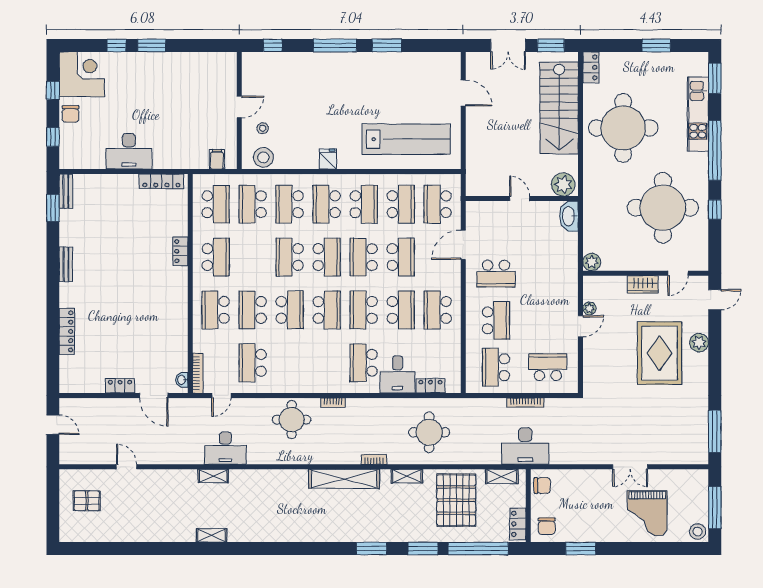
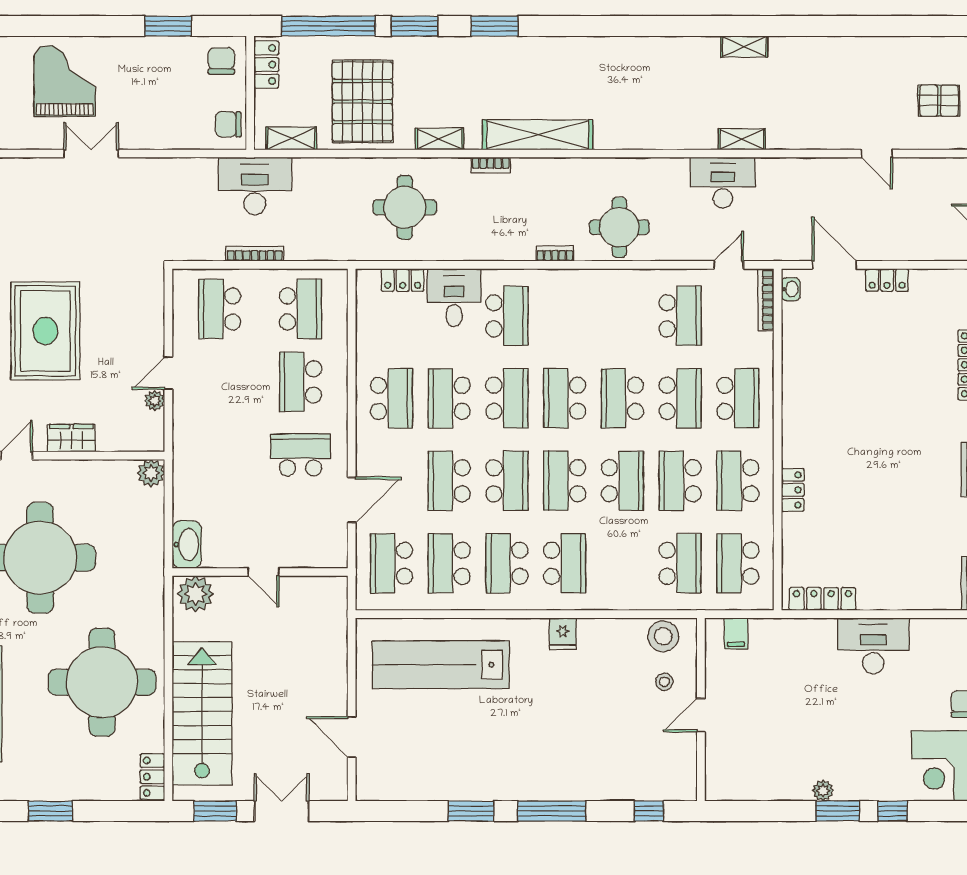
plant: (161, 59) -> (823, 791), added
school desk: (290, 204) -> (680, 481), moved, turned 180
school desk: (438, 204) -> (391, 563), turned 180
school desk: (548, 367) -> (220, 309), turned 90

